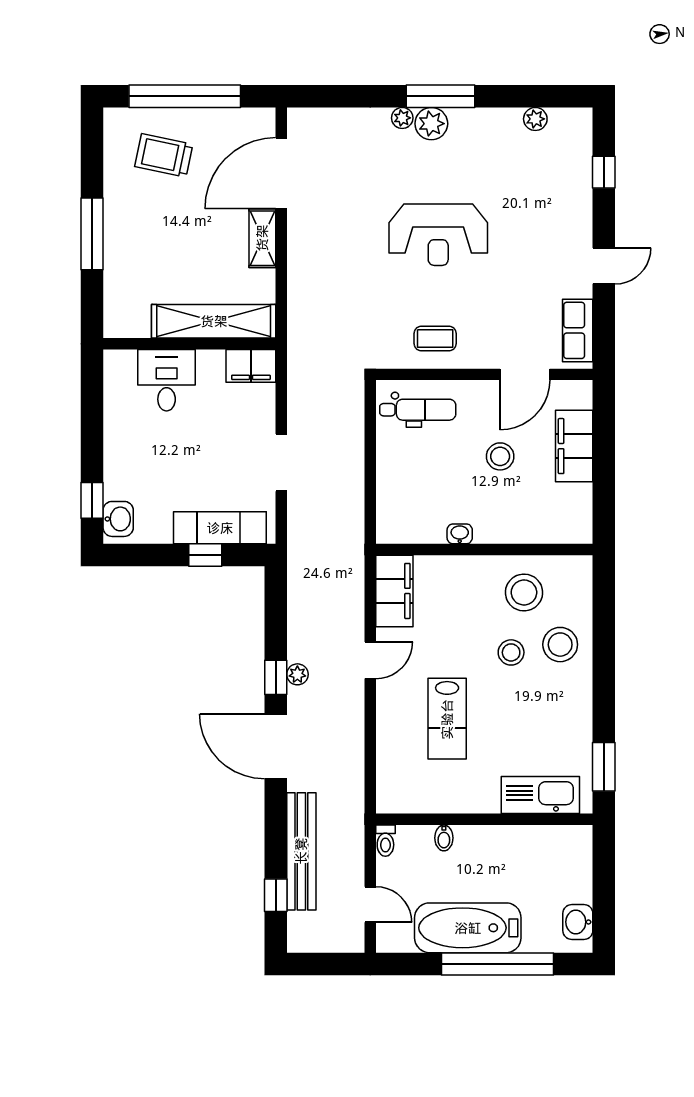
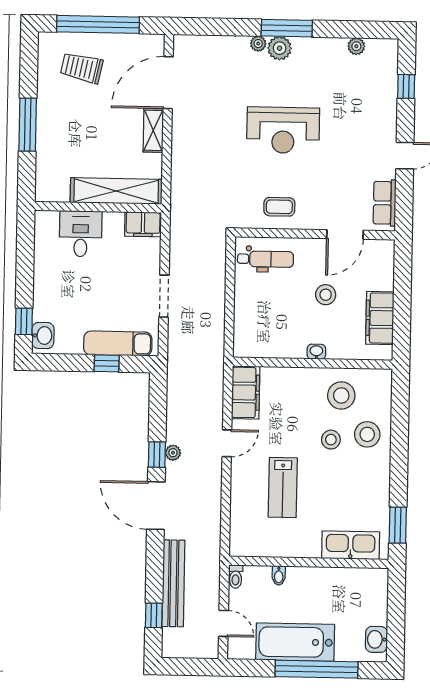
filing cabinet: (574, 446) -> (380, 318), moved
washbasin: (460, 534) -> (316, 352), moved

